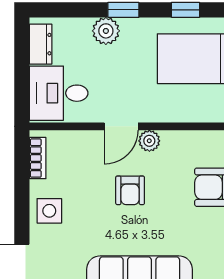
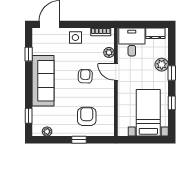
plant: (149, 141) -> (109, 52), moved
armchair: (130, 190) -> (85, 76), turned 92

